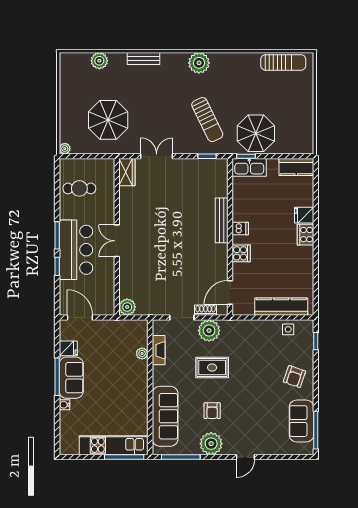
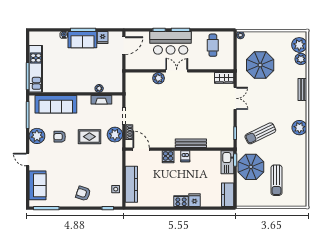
sun lounger: (283, 62) -> (277, 180), moved
plant: (79, 63) -> (299, 45), added
plant: (127, 307) -> (159, 78), moved
rug: (212, 367) -> (89, 137), turned 90
sofa: (301, 421) -> (38, 185), moved, turned 90

